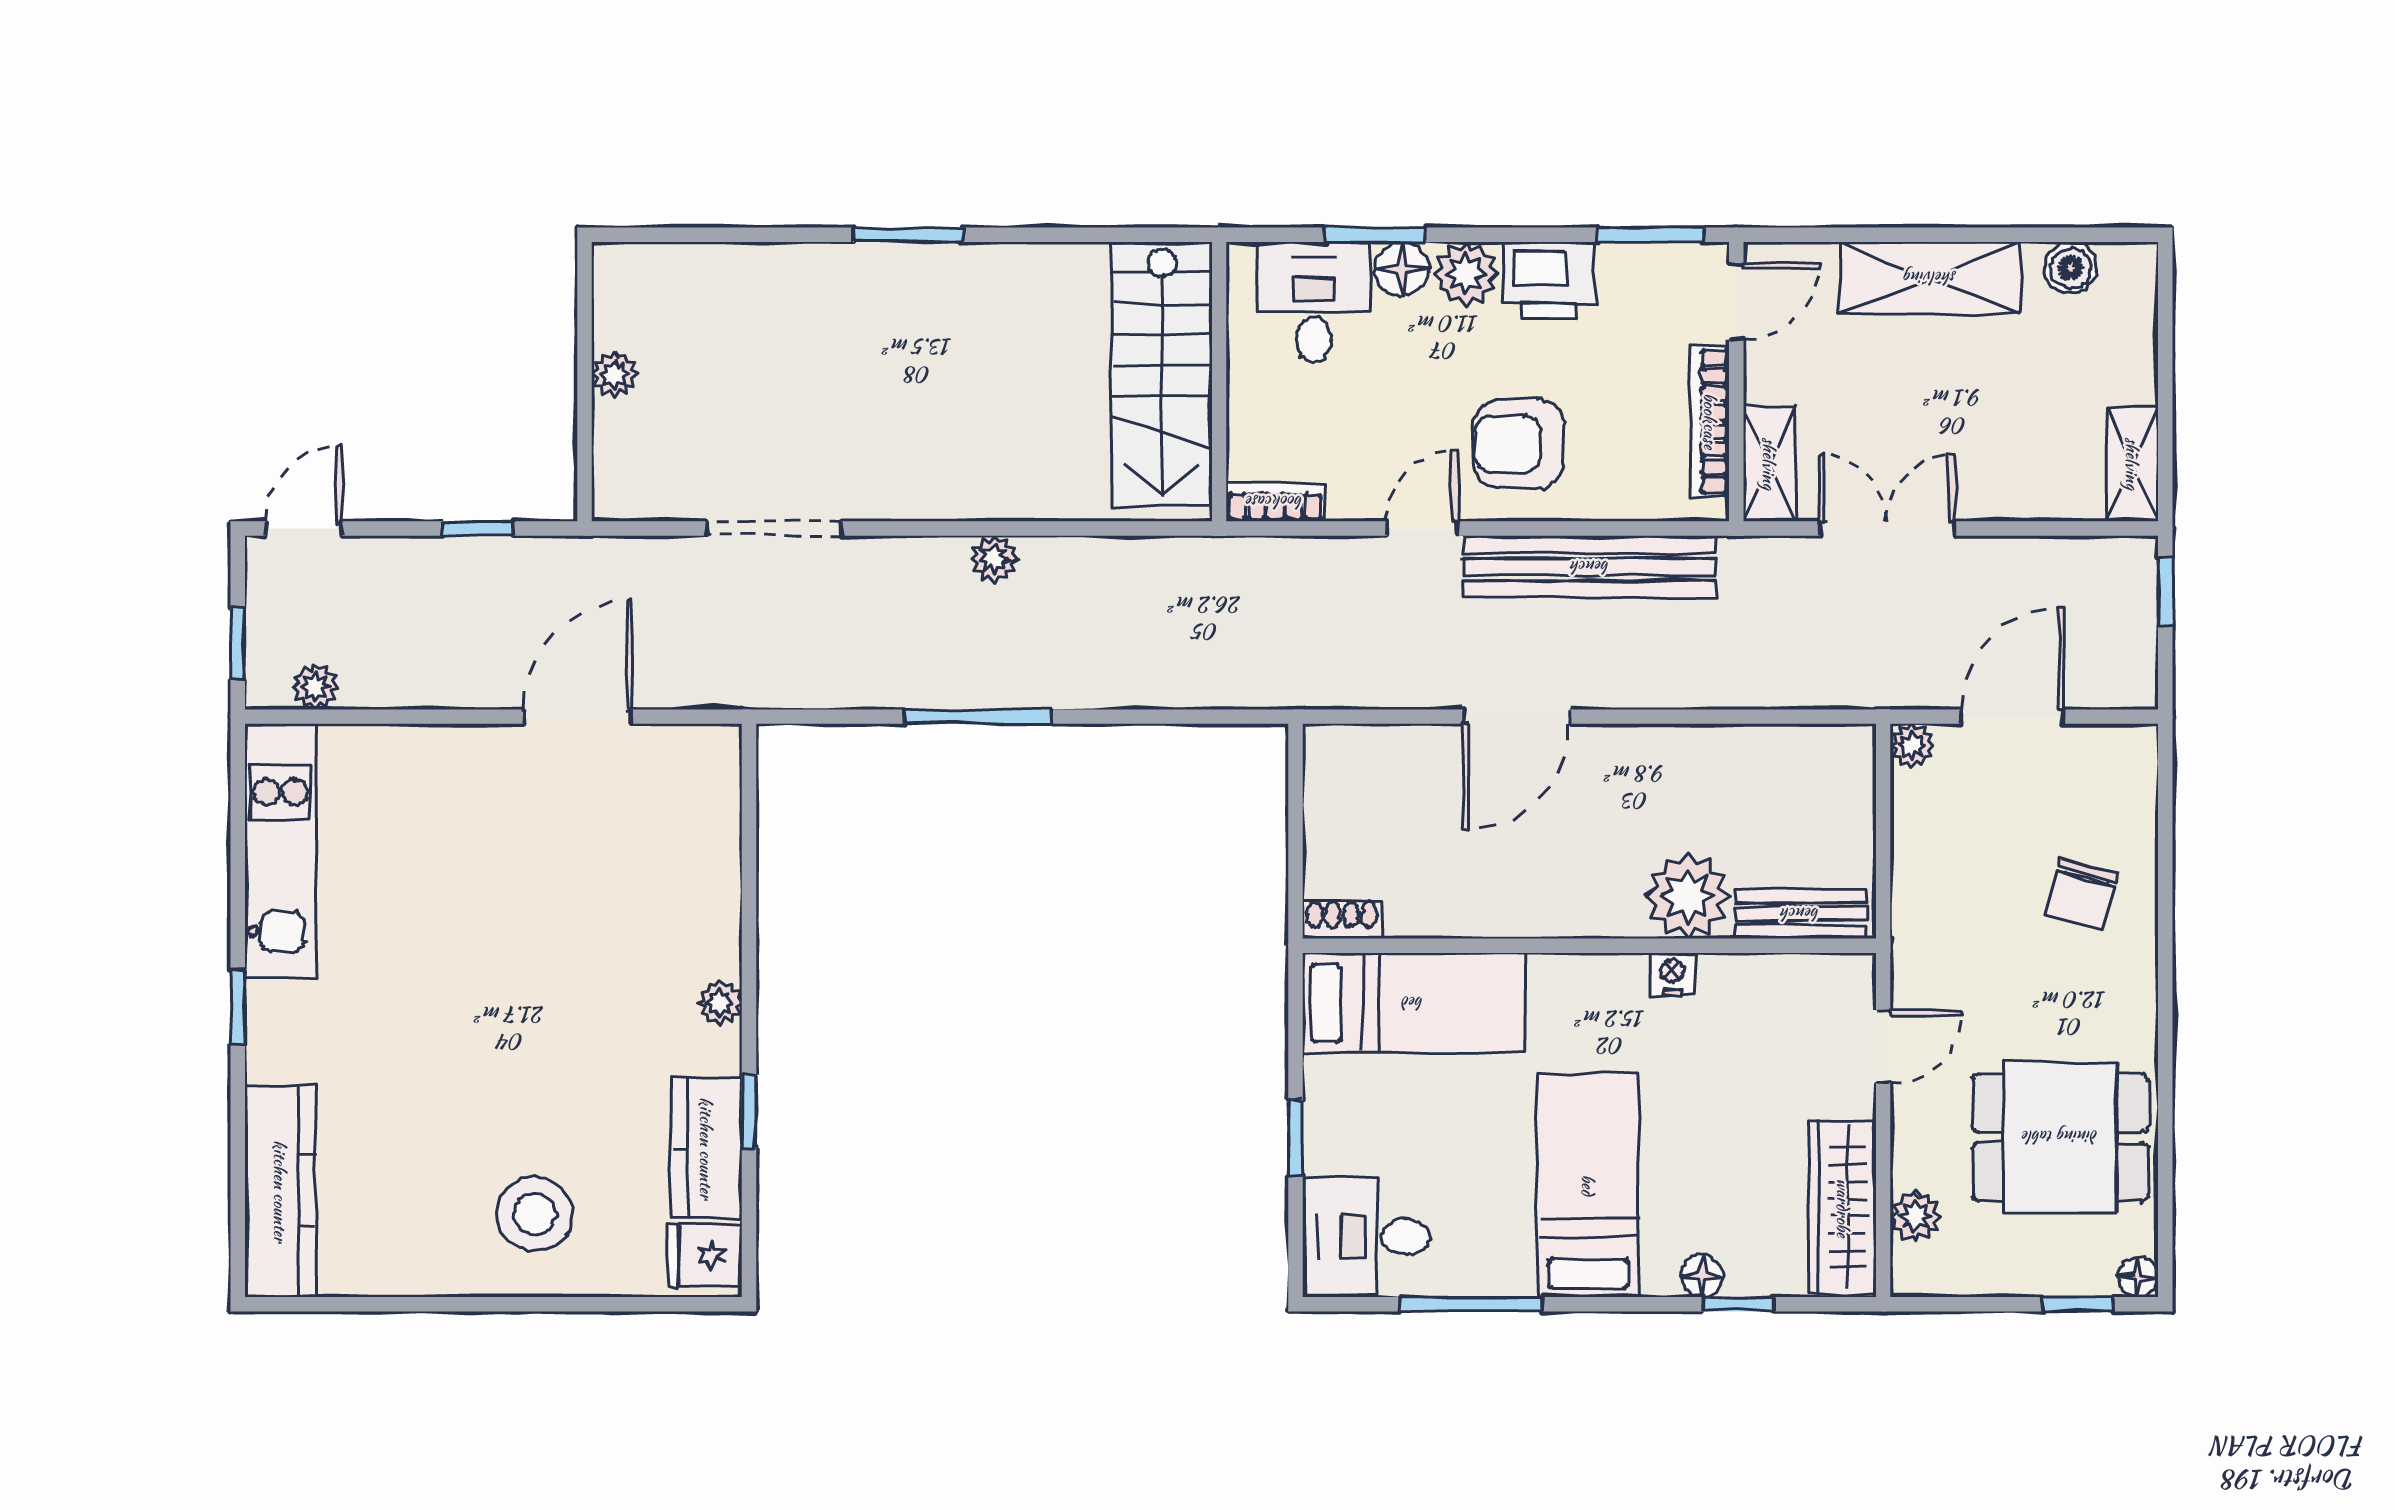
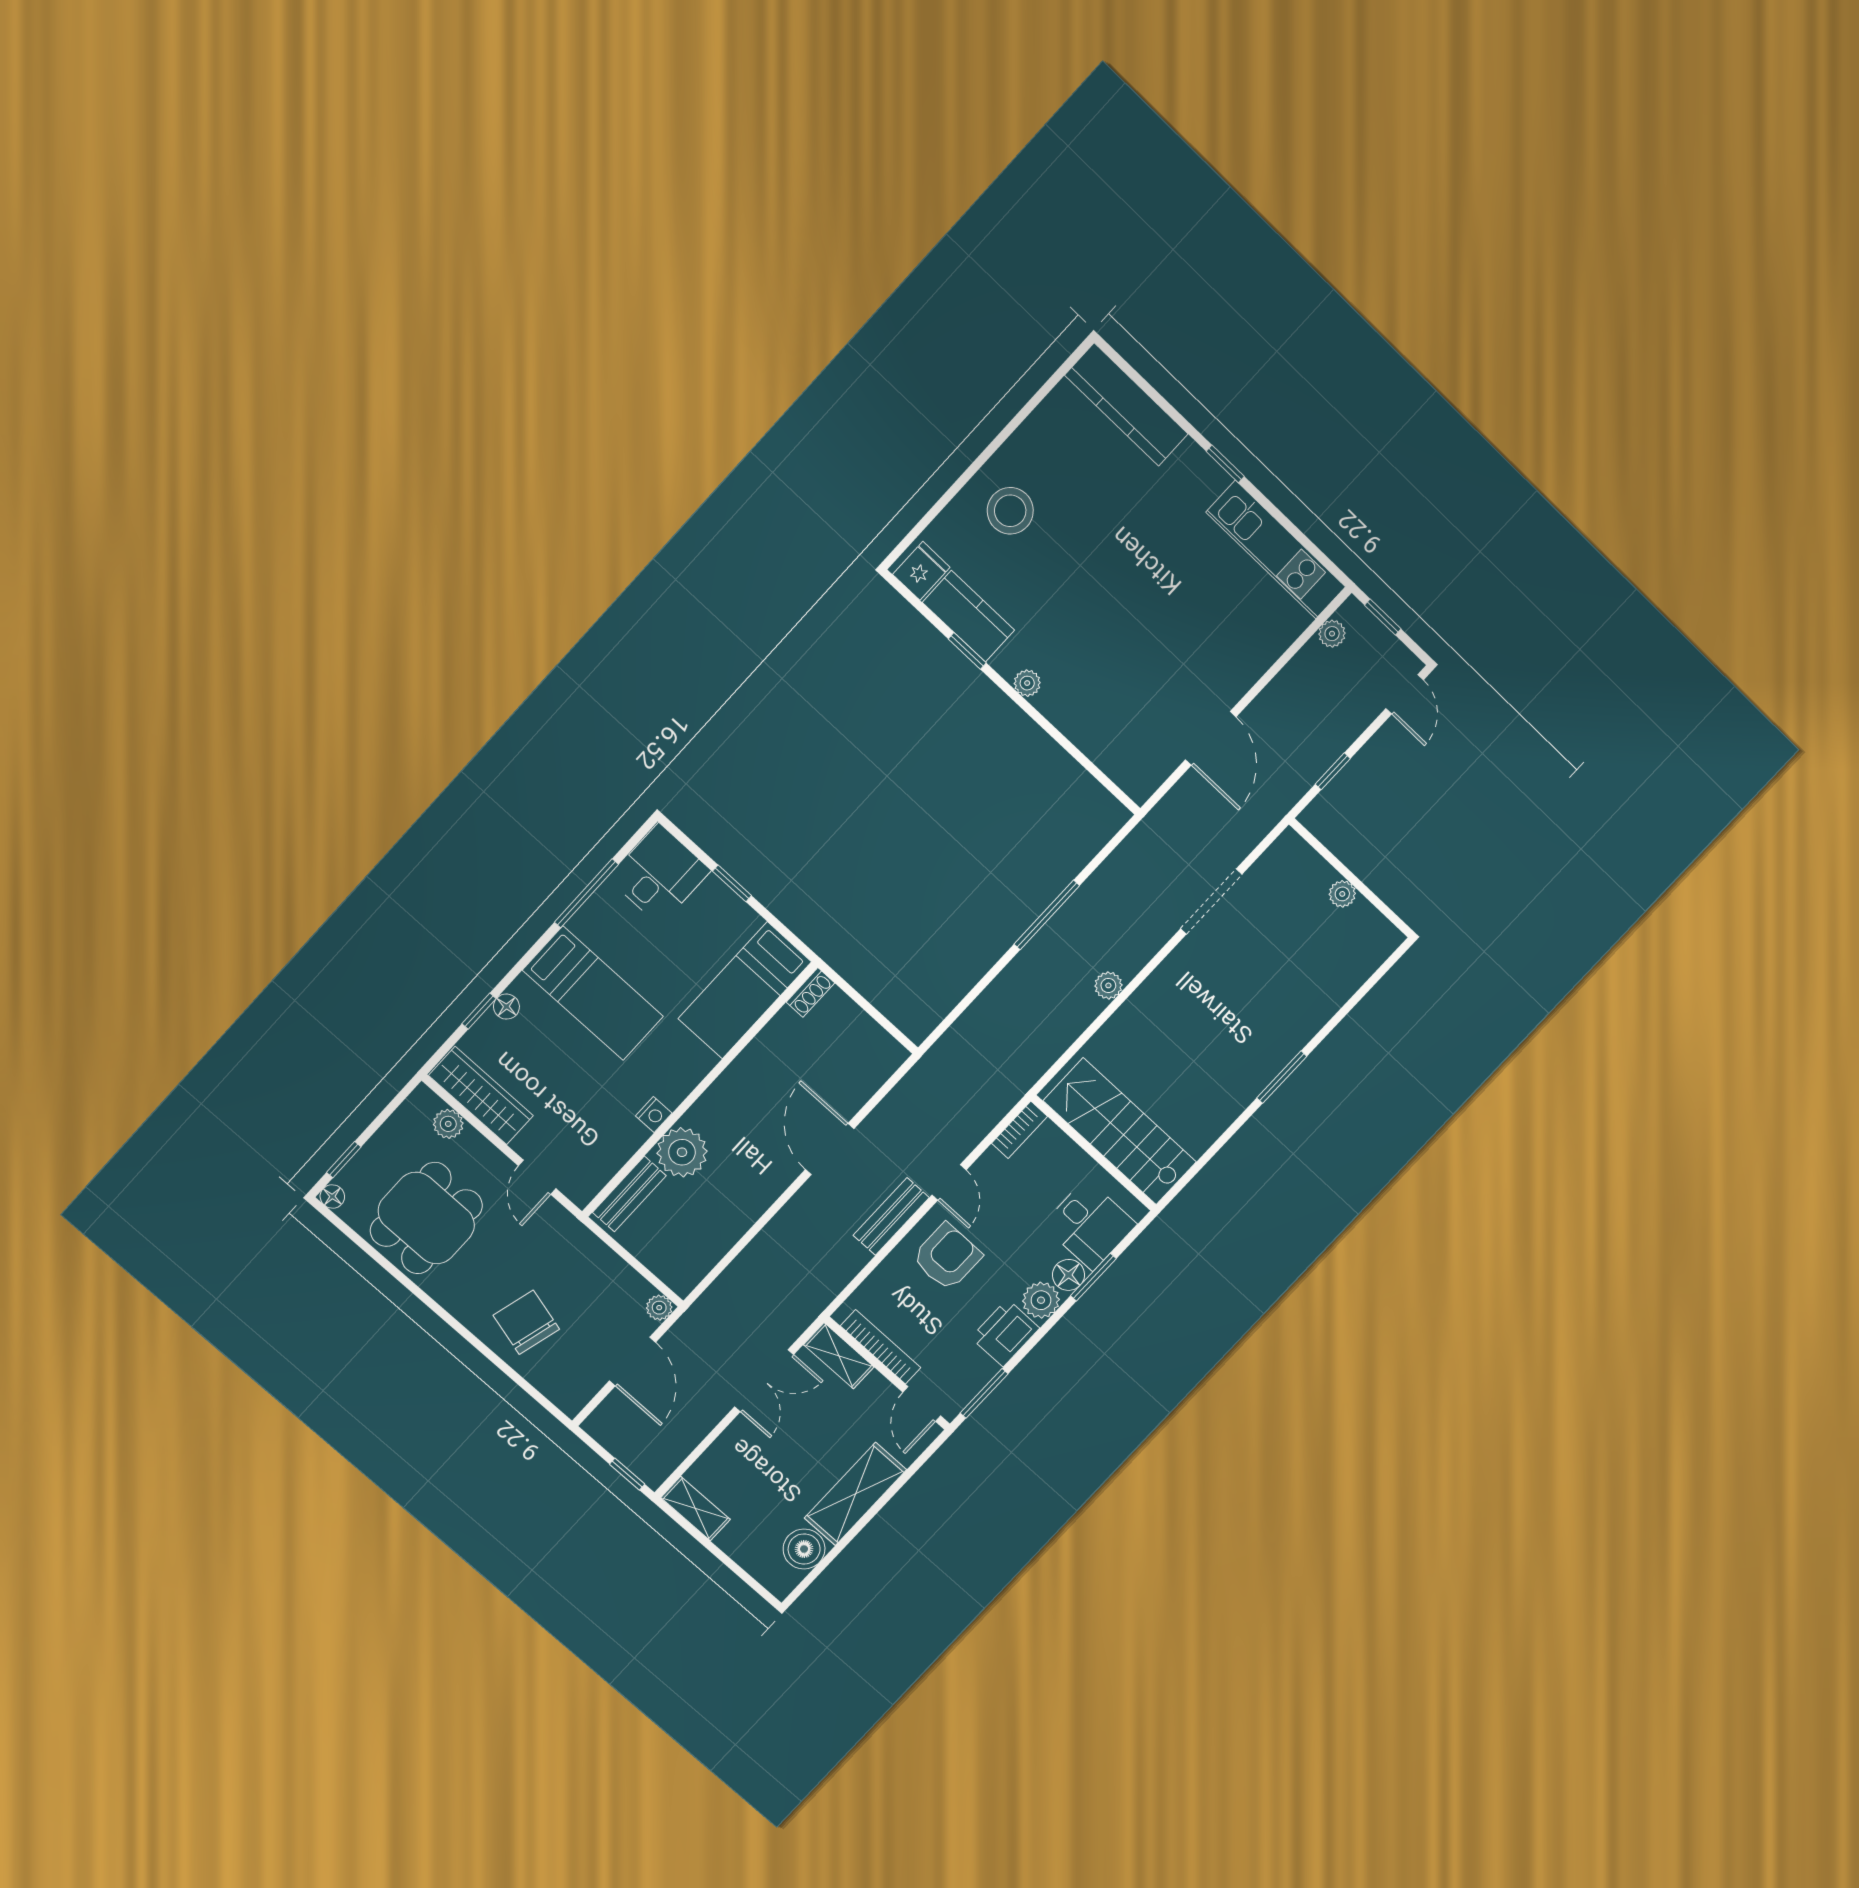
boiler: (2070, 268) -> (804, 1549), width x1.36, depth x1.36
bench: (1590, 567) -> (891, 1216), width x0.54, depth x0.82
chair: (2082, 895) -> (526, 1322), width x1.37, depth x1.37

